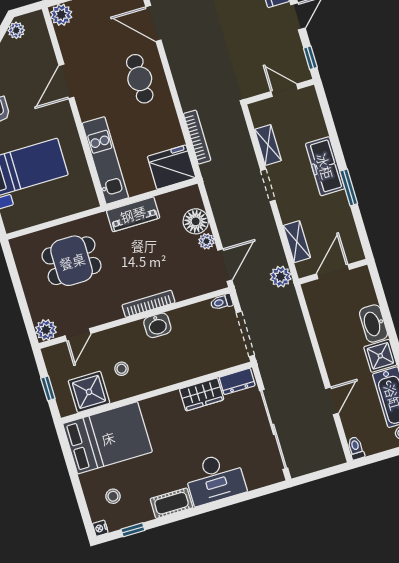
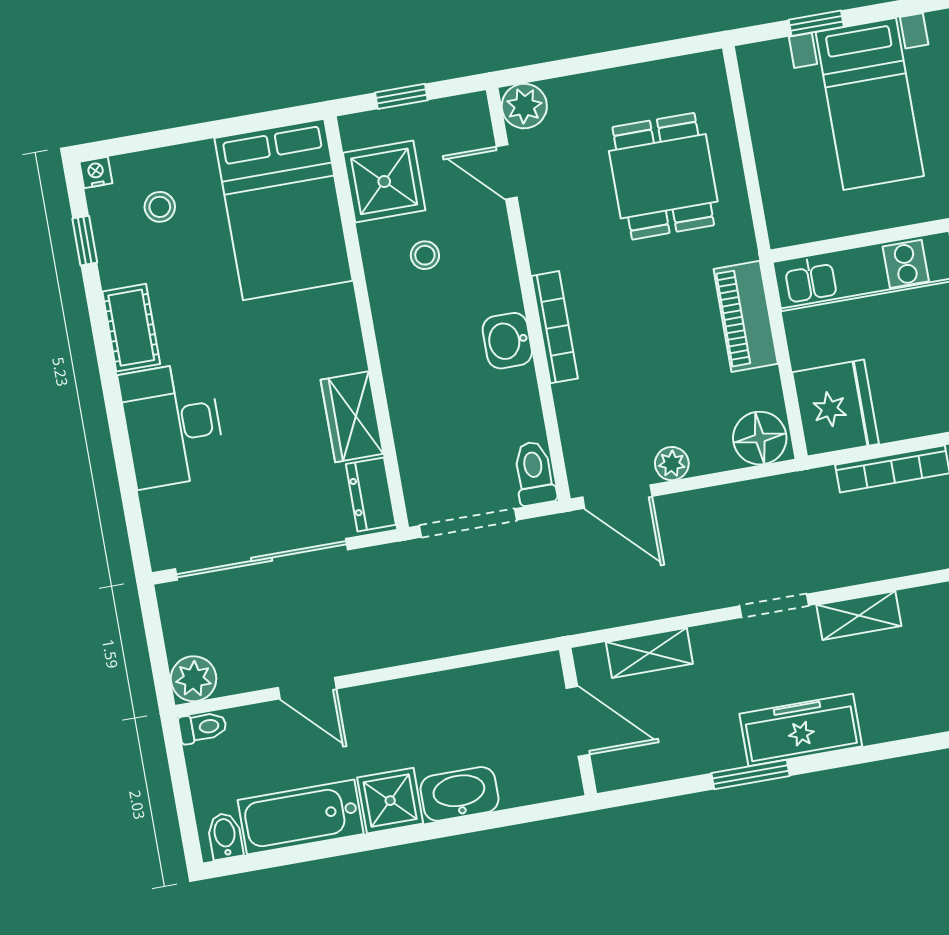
floor lamp: (196, 221) -> (760, 438), moved
plant: (281, 277) -> (194, 679), moved
toilet: (222, 302) -> (534, 473), width x1.37, depth x1.39

